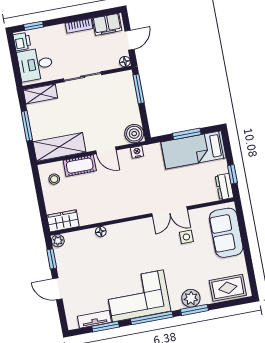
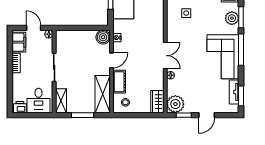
window: (34, 26) -> (10, 96), removed
window: (139, 89) -> (71, 28), removed
double door: (170, 212) -> (165, 56), moved
plant: (58, 241) -> (175, 104), width x1.88, depth x1.88
window: (106, 327) -> (241, 96), moved

